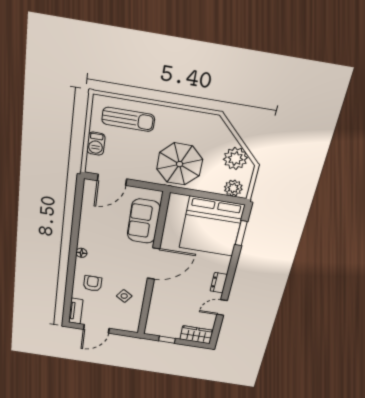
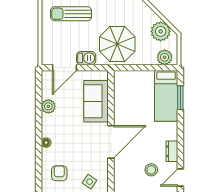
sun lounger: (128, 119) -> (71, 14), turned 180
barbecue: (96, 144) -> (86, 58), moved, turned -90
plant: (88, 218) -> (48, 106), added
bed: (212, 227) -> (166, 96), width x0.49
stool: (193, 296) -> (151, 170), added

